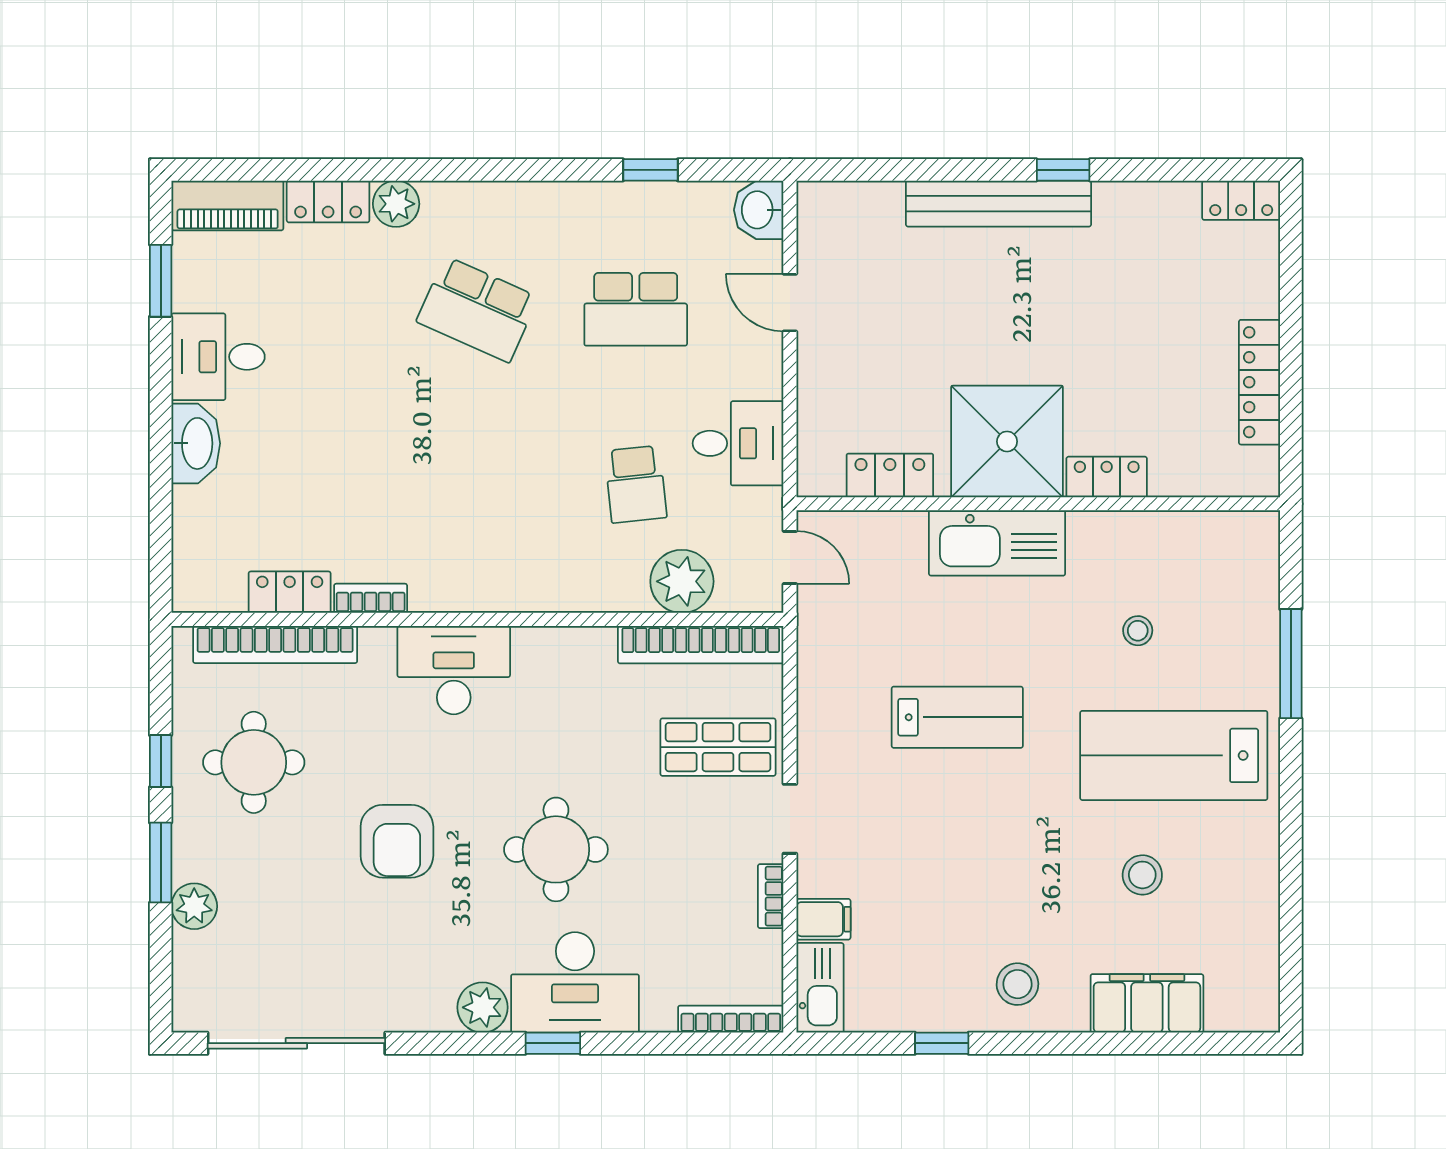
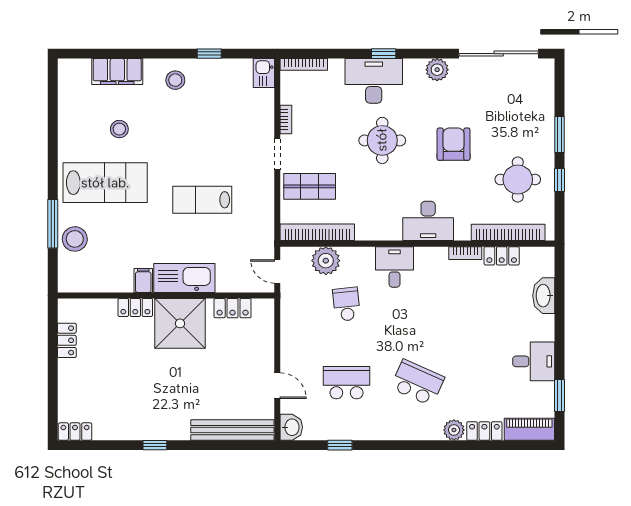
bench: (999, 204) -> (232, 430), moved
locker: (1259, 382) -> (67, 340), width x0.66
washbasin: (196, 443) -> (544, 296), moved
desk: (738, 443) -> (395, 267), moved, turned 90
stool: (1138, 631) -> (75, 239), moved, width x1.89, depth x1.89
plant: (194, 906) -> (544, 115), removed
filing cabinet: (823, 919) -> (143, 280), moved, turned 90
kitchen sink: (820, 988) -> (264, 73), width x0.73
plant: (483, 1007) -> (437, 70), moved

